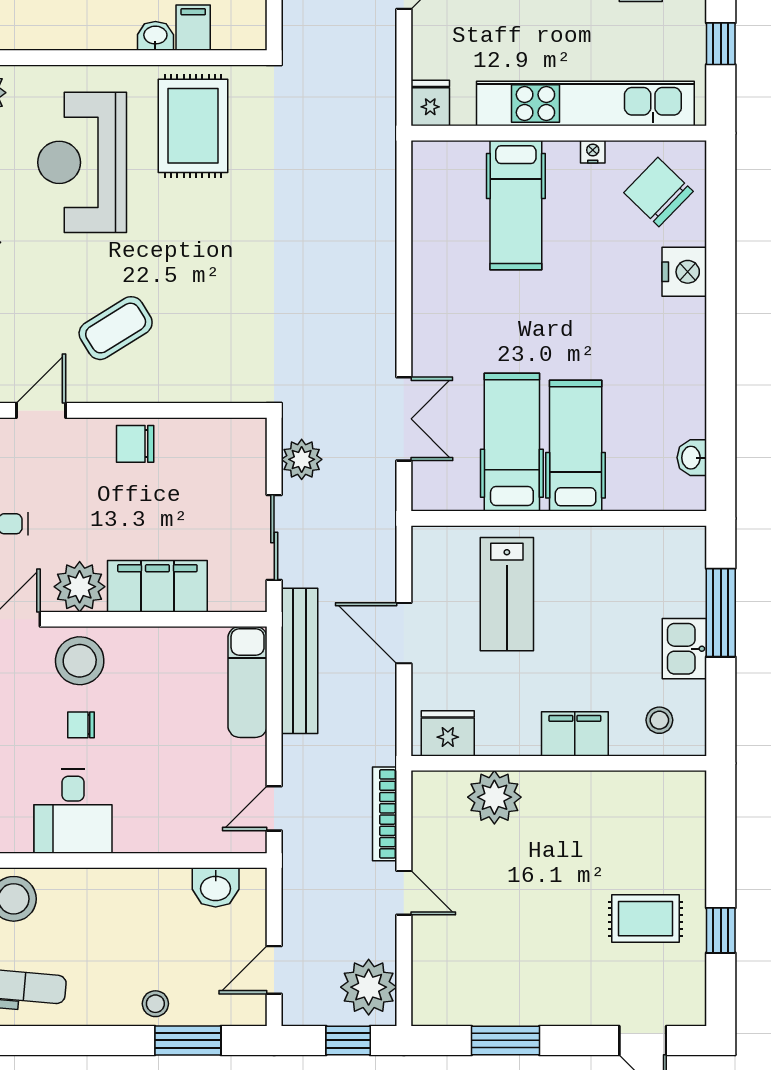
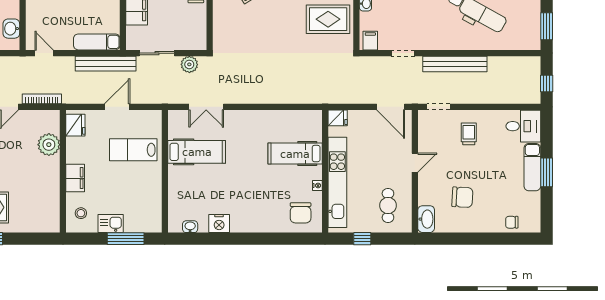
filing cabinet: (193, 28) -> (370, 41), moved, turned -90
chair: (658, 192) -> (301, 213), turned 136
nightstand: (684, 272) -> (219, 224), moved
hospital bed: (576, 446) -> (195, 178), removed

